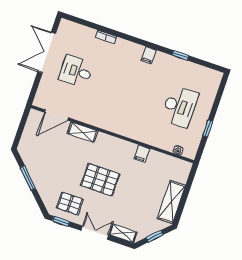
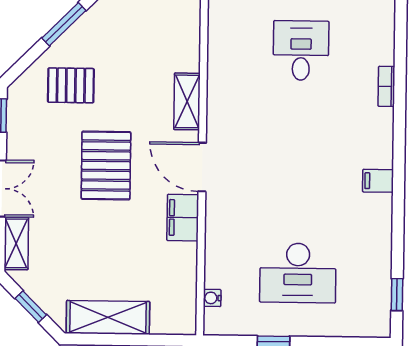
window: (180, 55) -> (397, 295), moved
door: (56, 115) -> (202, 167), moved
filing cabinet: (142, 154) -> (183, 218), width x2.00
pallet: (70, 203) -> (71, 85), moved, turned 90

